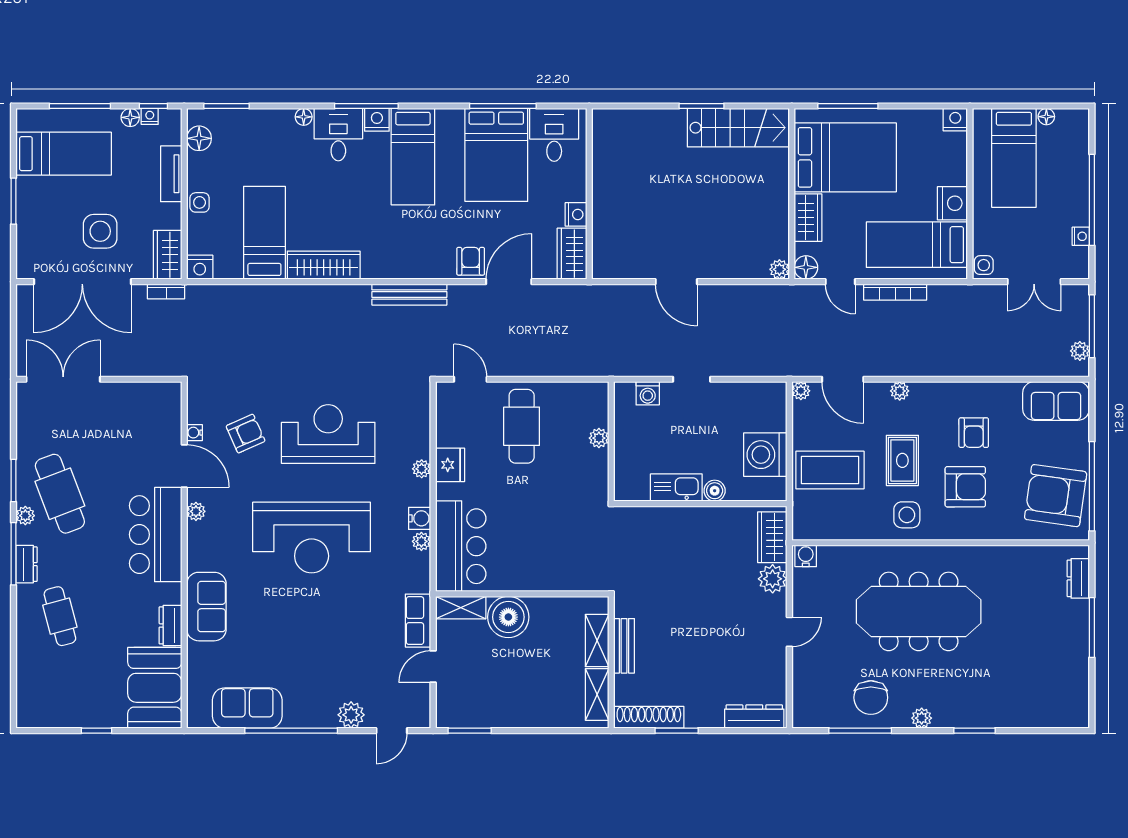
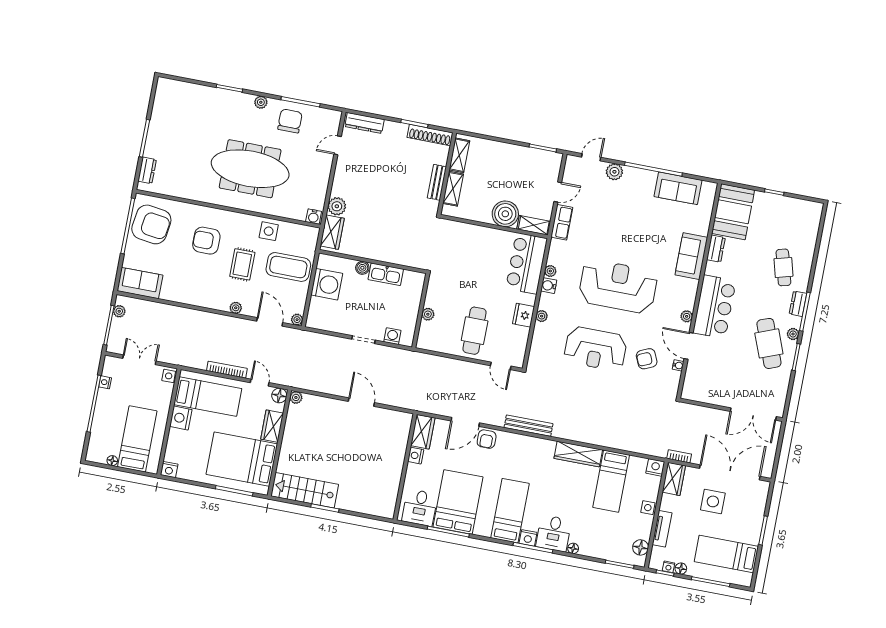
armchair: (974, 433) -> (195, 273), removed
side table: (907, 515) -> (269, 231), moved
door: (789, 632) -> (338, 145), moved

